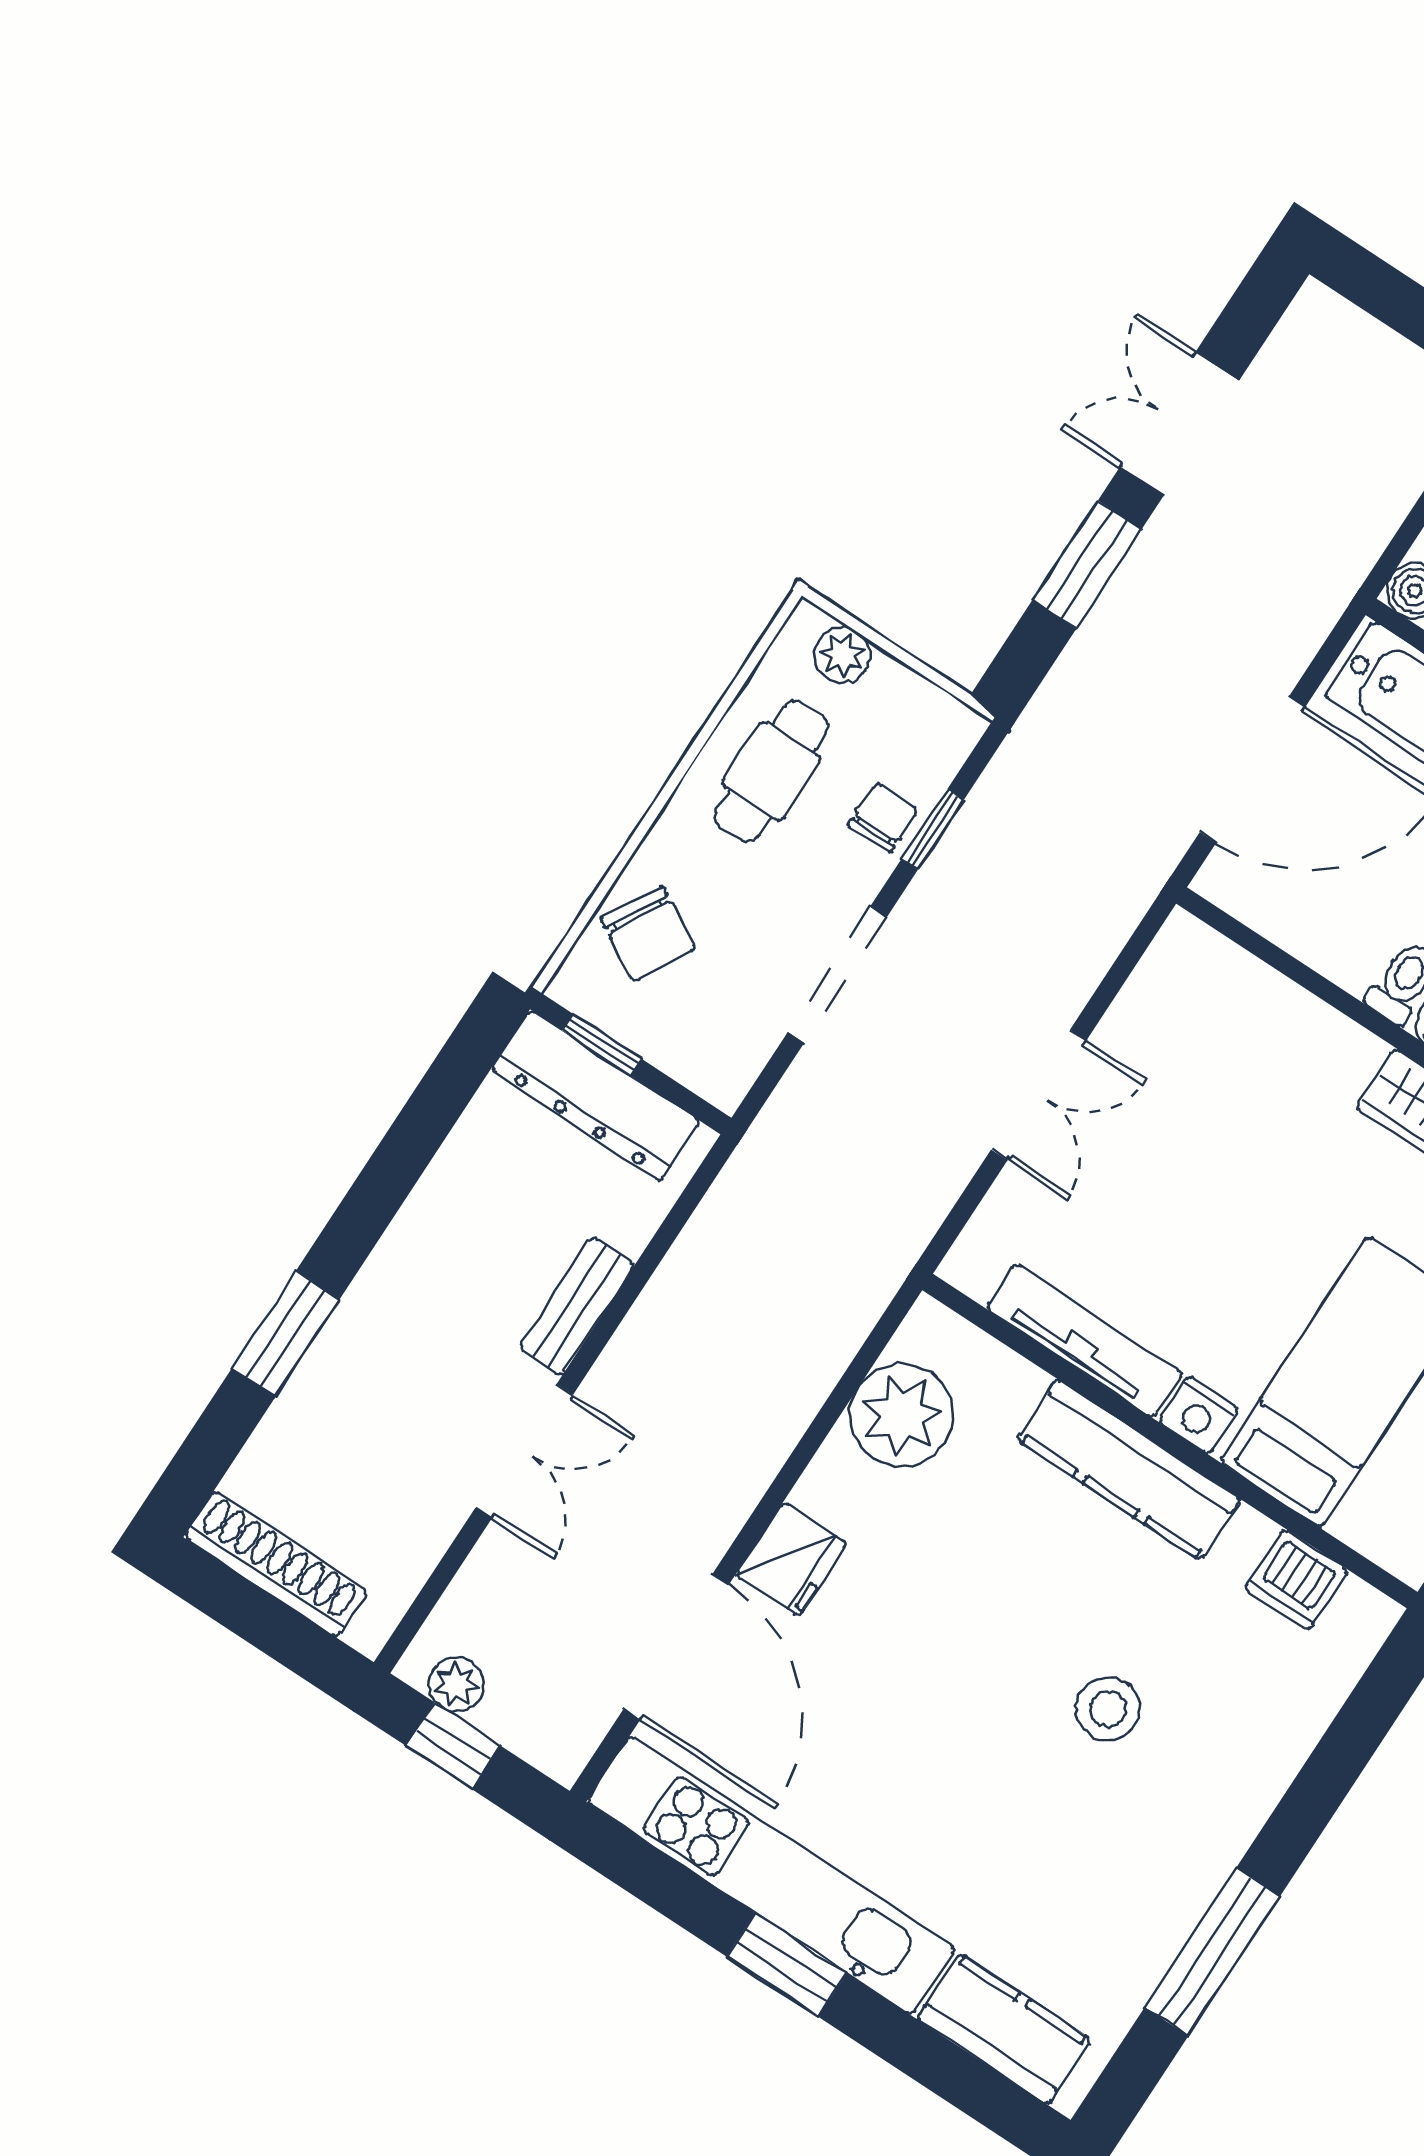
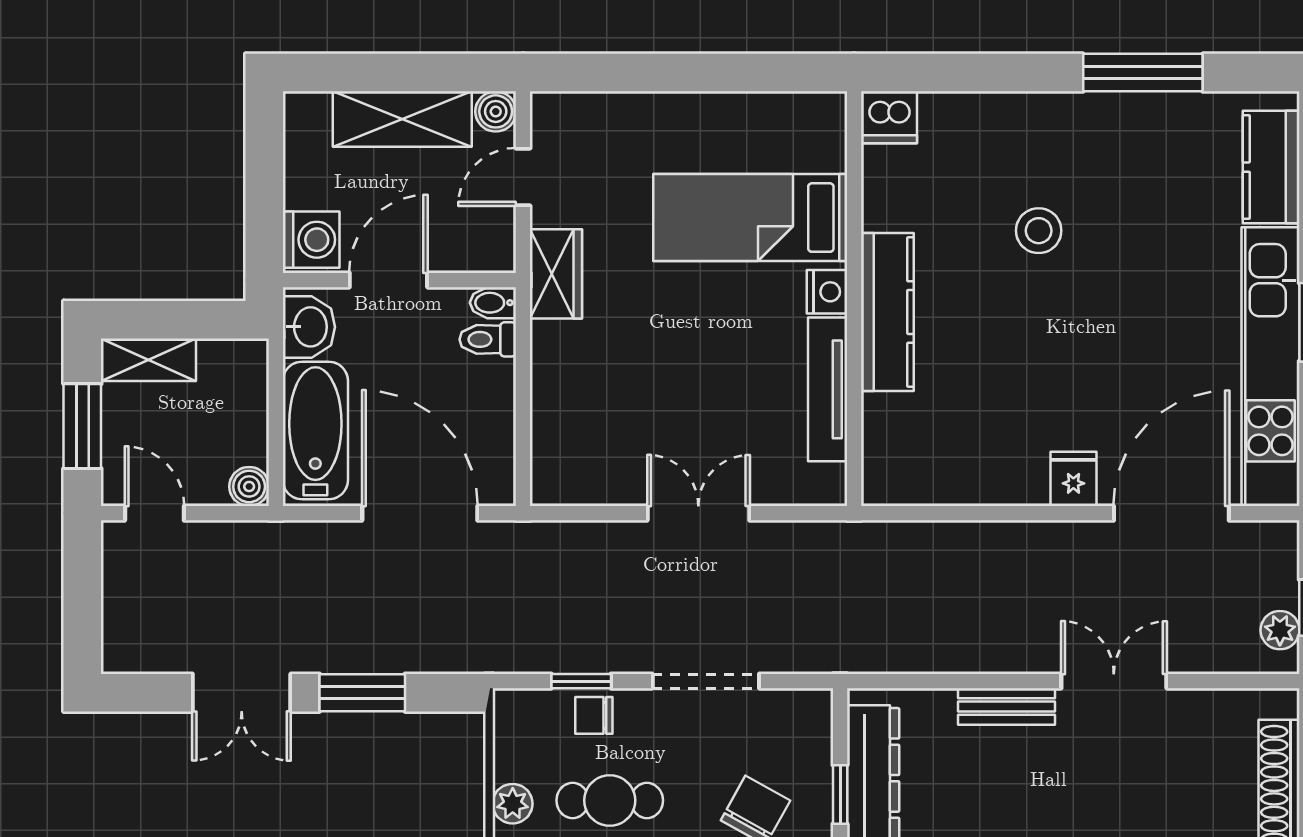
plant: (902, 1415) -> (944, 469), removed
fridge: (791, 1559) -> (1073, 479), width x0.72
dishwasher: (1296, 1580) -> (889, 117), moved, turned 90

